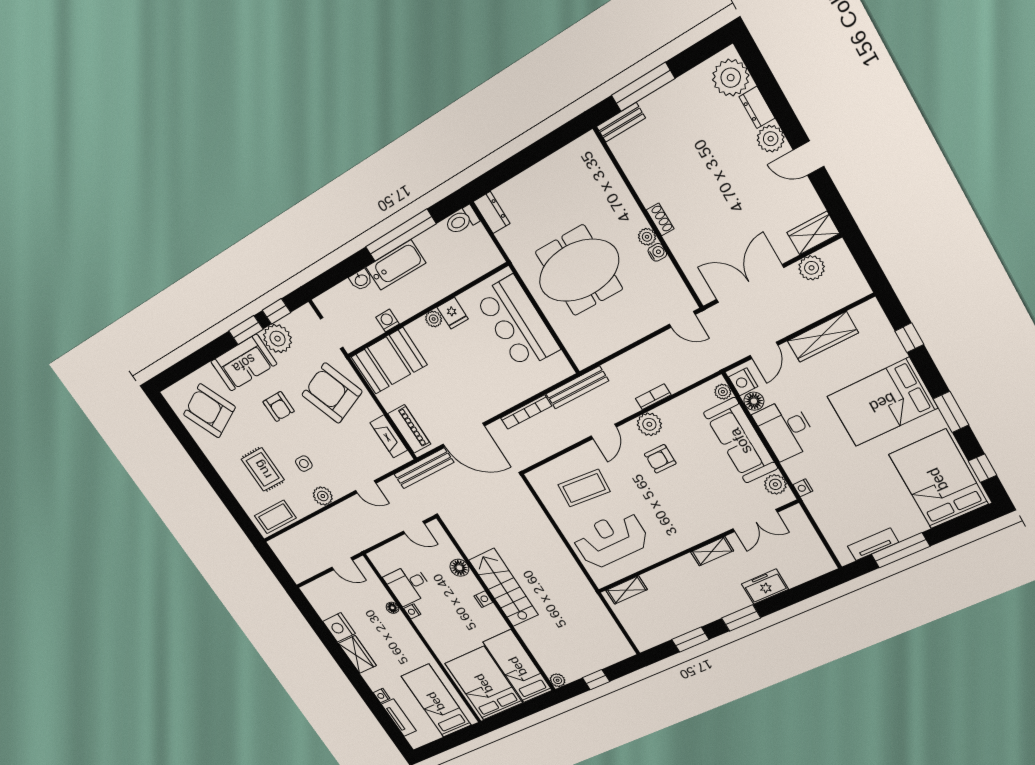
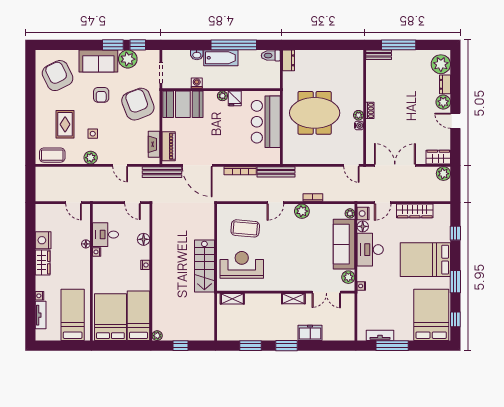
plant: (812, 268) -> (443, 174), moved
armchair: (660, 459) -> (296, 233), removed
stairs: (504, 588) -> (204, 266), moved, turned 180

